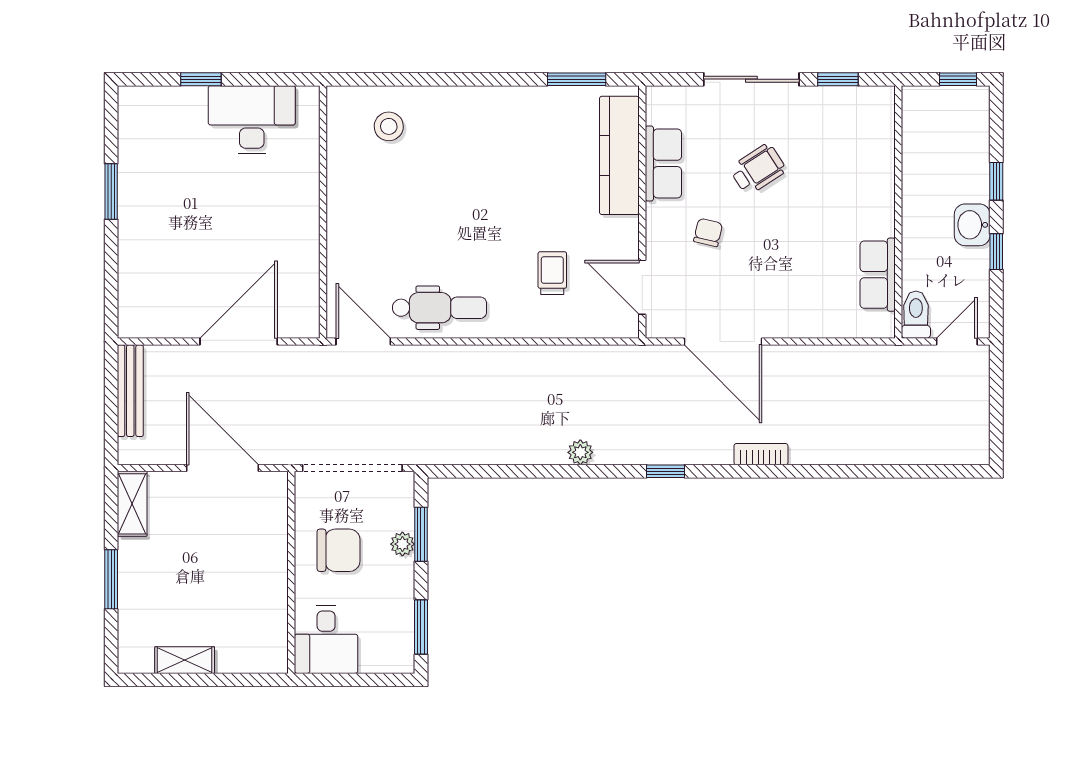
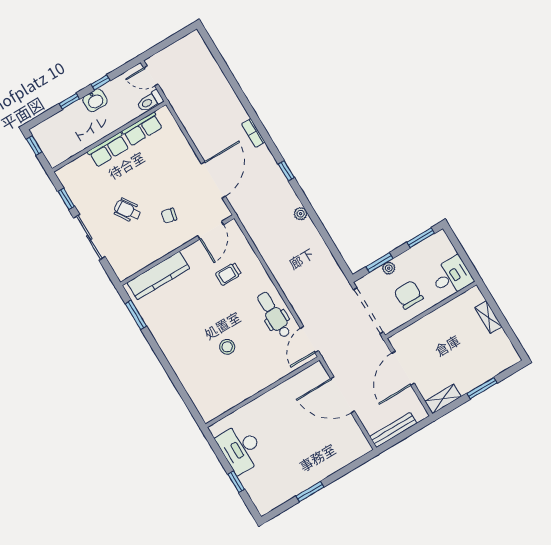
stool: (389, 126) -> (227, 347), moved
row of seats: (663, 163) -> (108, 150), moved, turned 180
shelving: (185, 660) -> (488, 317), moved

